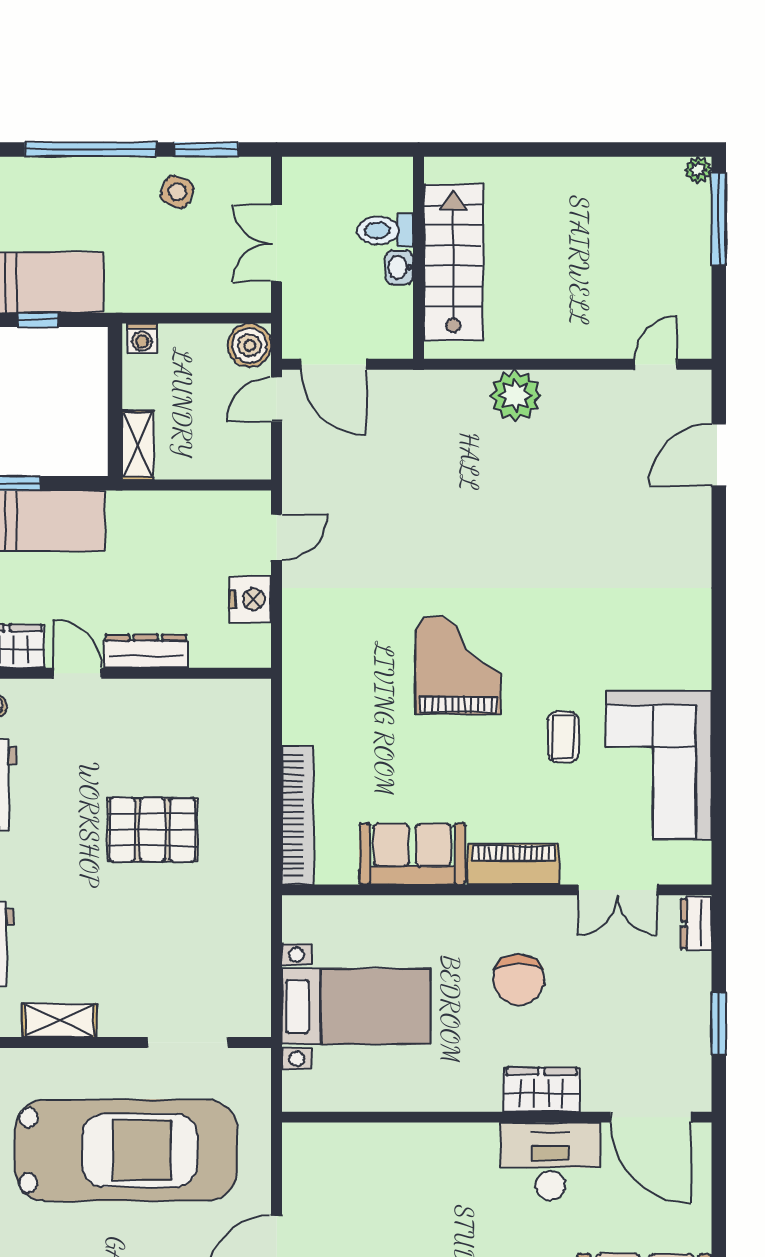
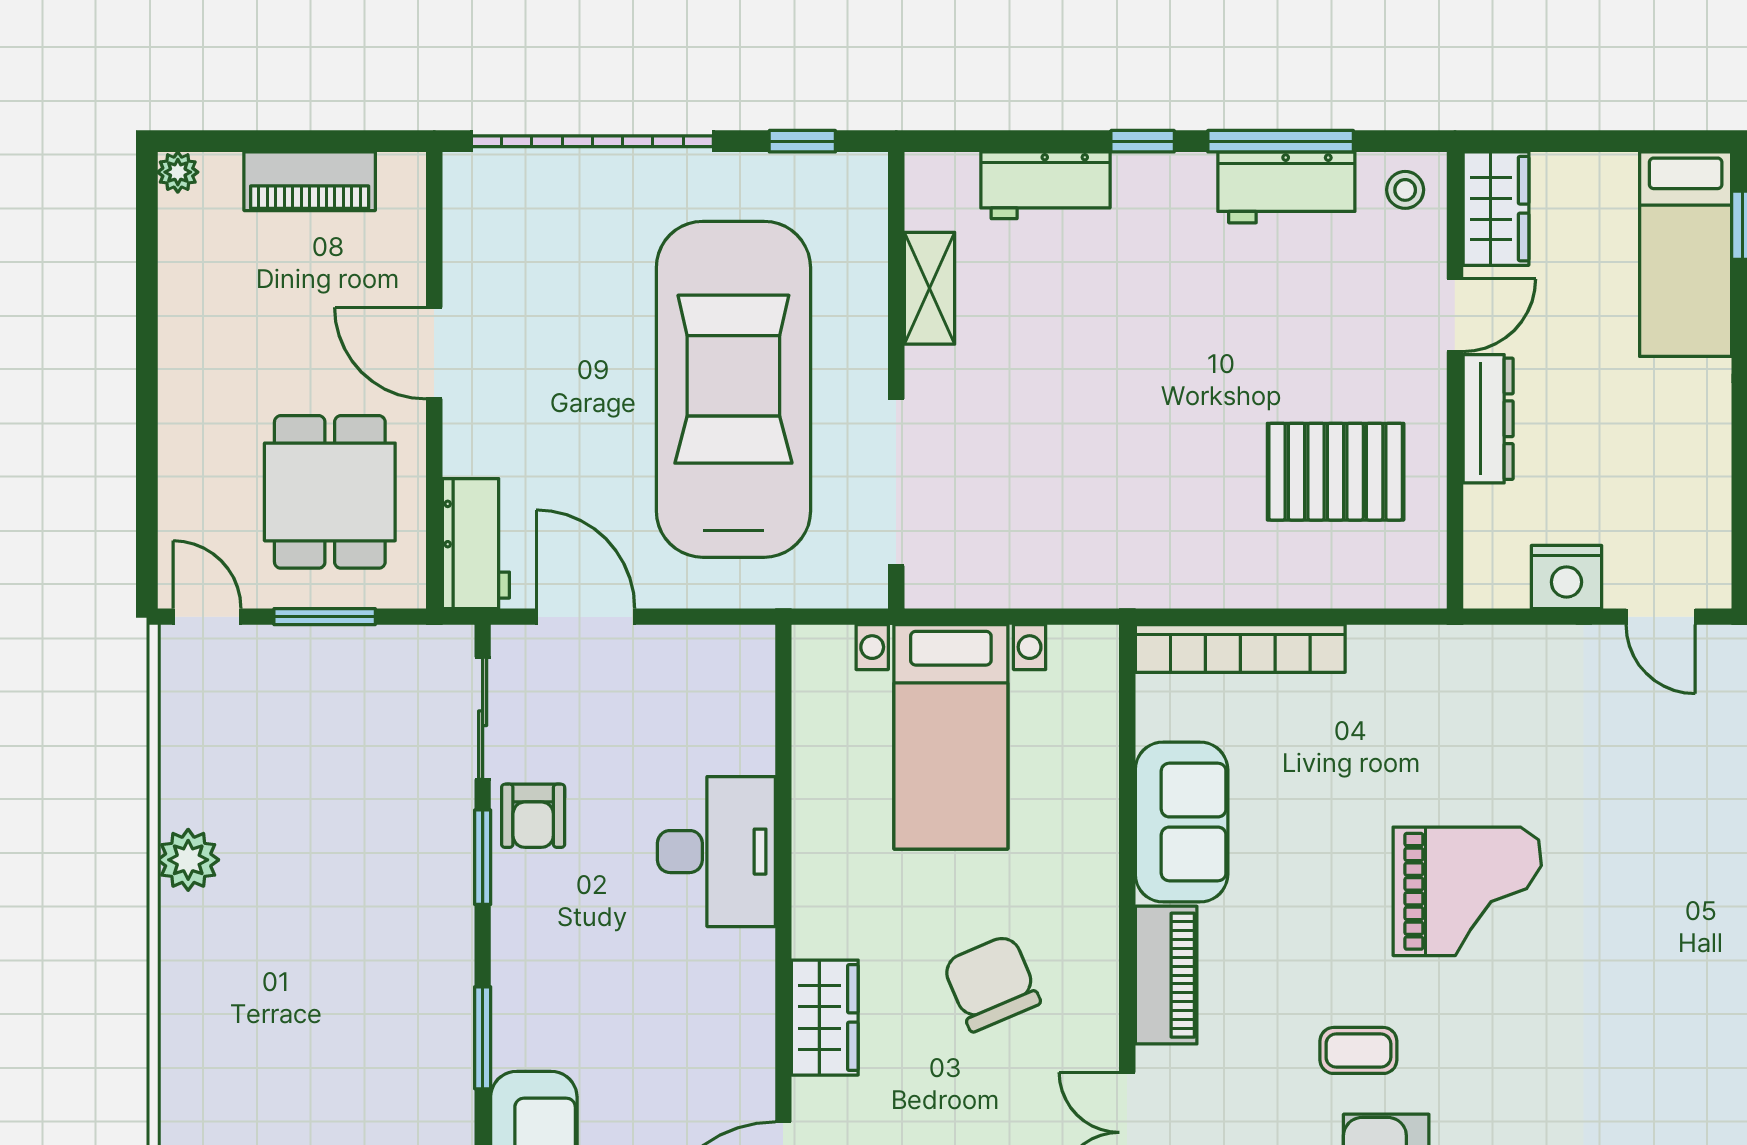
pallet: (152, 830) -> (1336, 472), moved, turned 90
chair: (519, 980) -> (991, 983), turned 67
doorway: (188, 1043) -> (896, 482), width x1.36
car: (126, 1150) -> (733, 389), turned 180
desk: (551, 1161) -> (716, 852), moved

